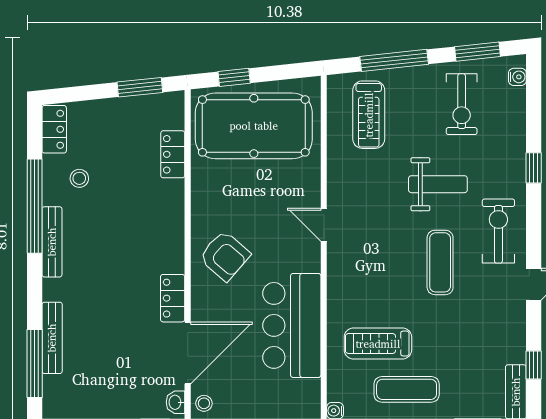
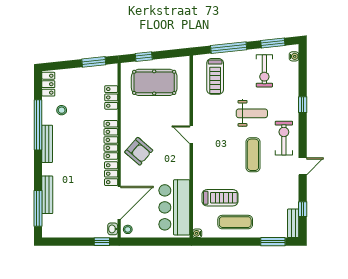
pool table: (254, 126) -> (154, 82), width x0.73, depth x0.76
locker: (172, 234) -> (111, 140), added
bar counter: (292, 325) -> (174, 207), moved
treadmill: (378, 344) -> (220, 198), turned 180

